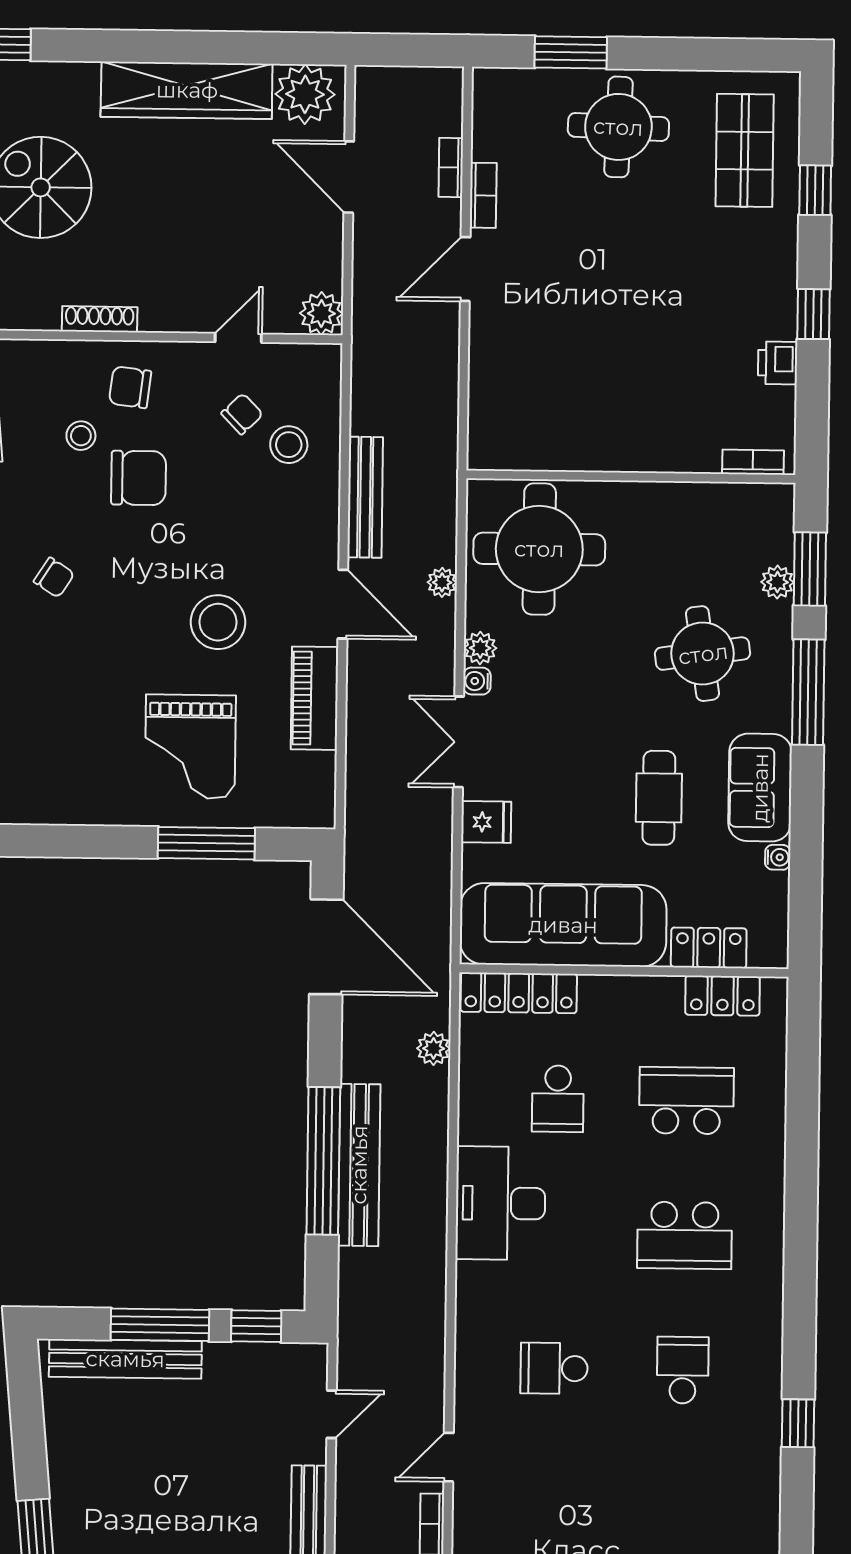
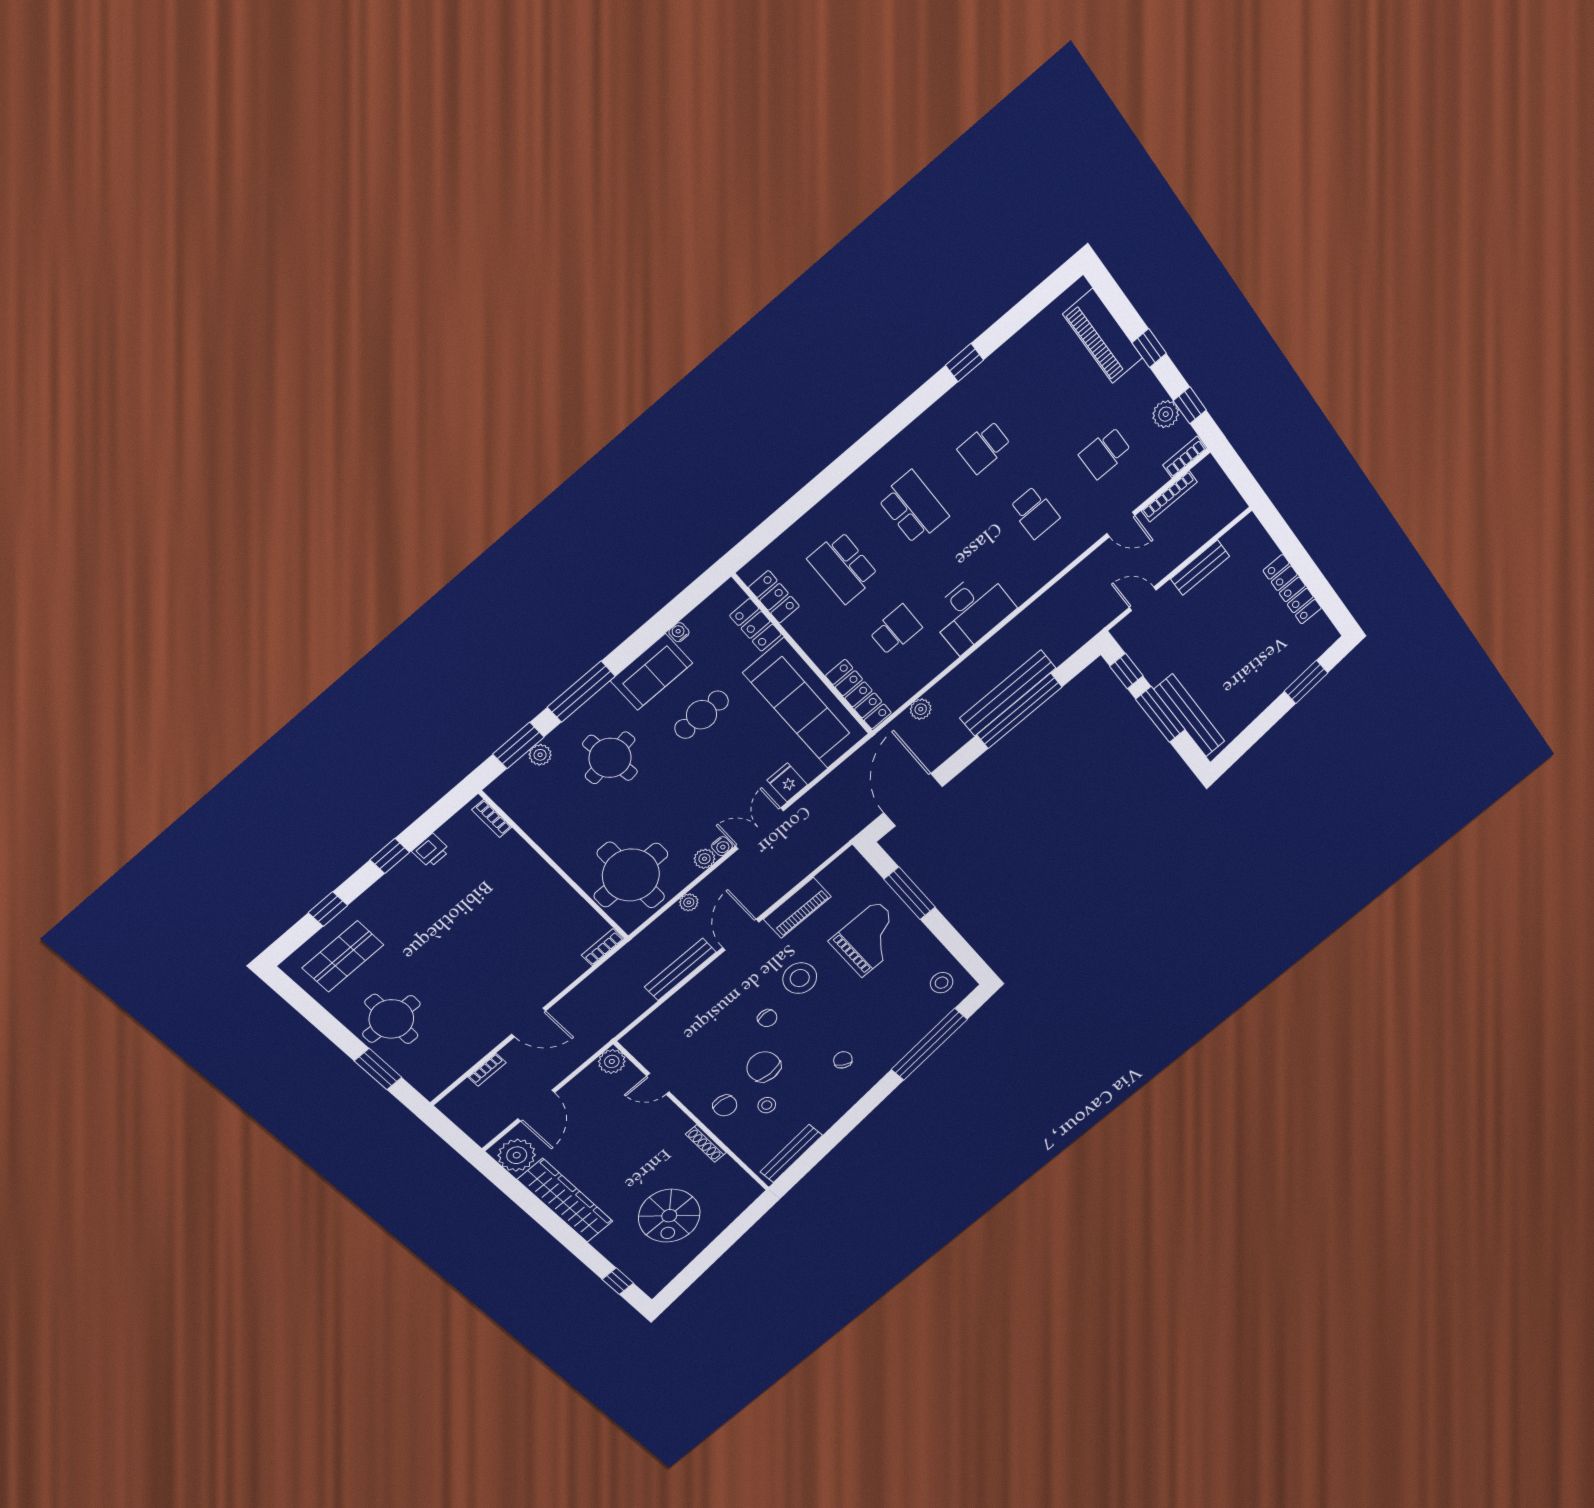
bookcase: (483, 195) -> (603, 947), moved
chair: (242, 414) -> (767, 1018), moved, turned -136
stool: (289, 445) -> (942, 983), moved
double door: (459, 742) -> (759, 828), swing flipped
school desk: (552, 1503) -> (1105, 453), added

